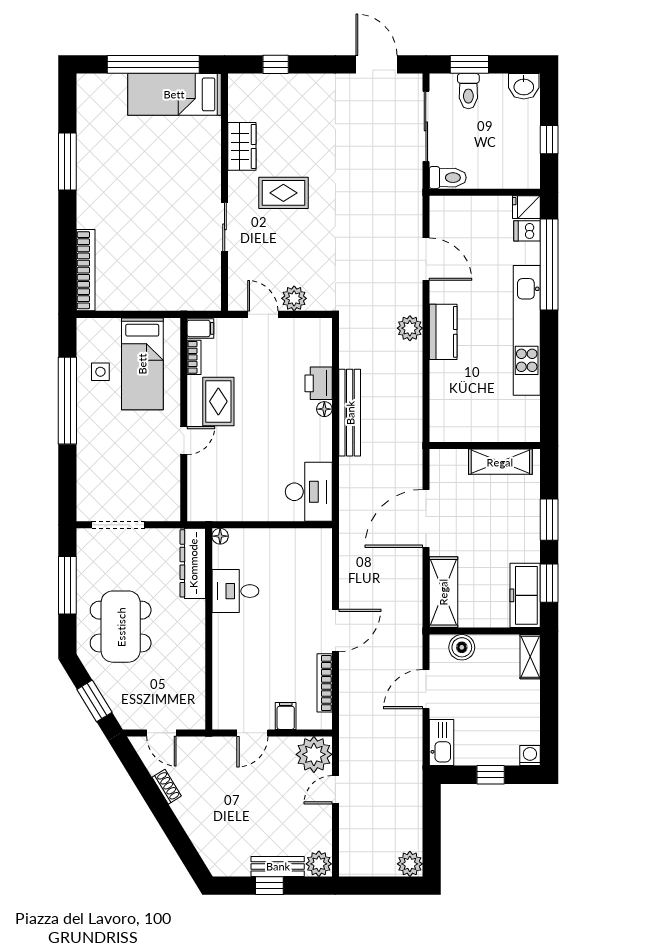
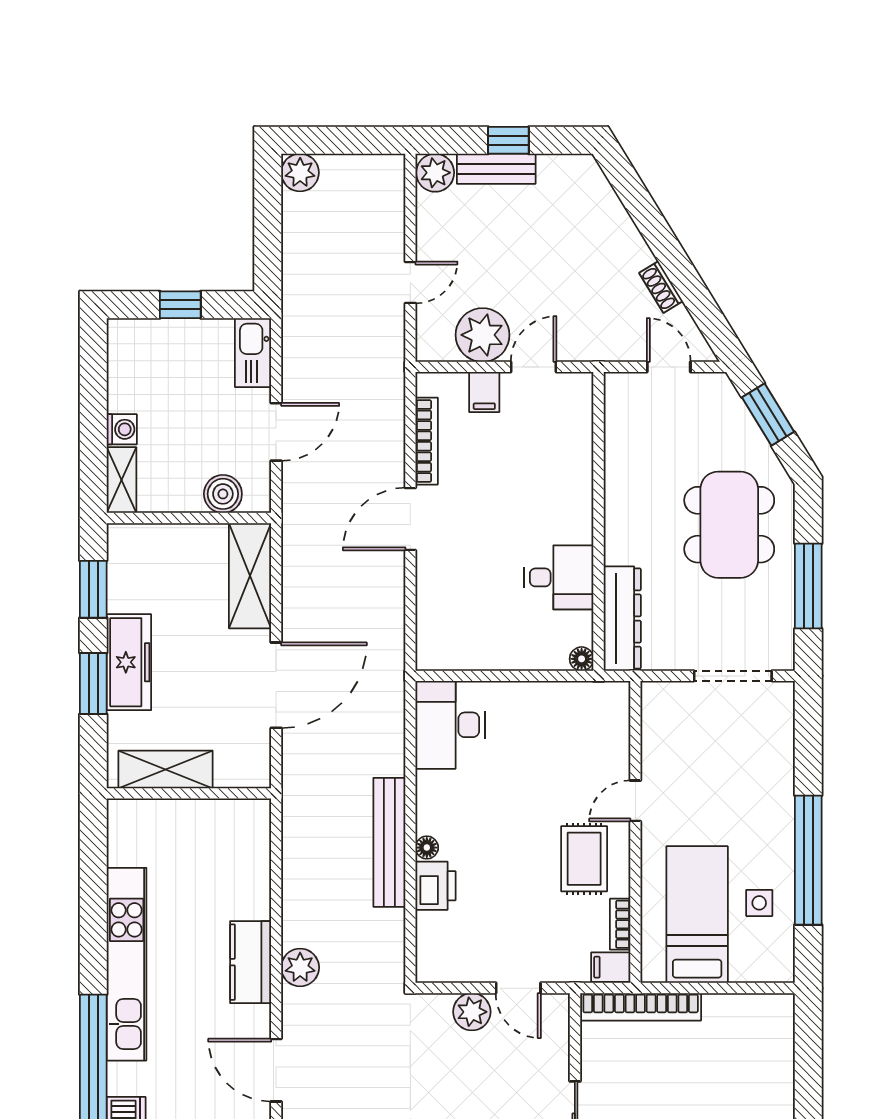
bookcase: (86, 270) -> (641, 1007), moved, turned -90
freezer: (525, 595) -> (129, 662), moved
plant: (314, 754) -> (483, 335), moved
washing machine: (530, 756) -> (122, 429), moved, turned -90

